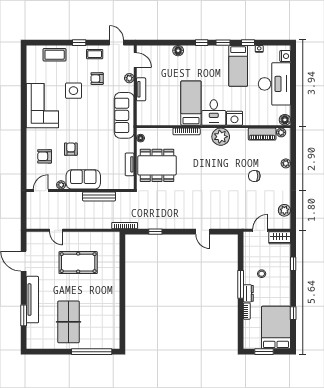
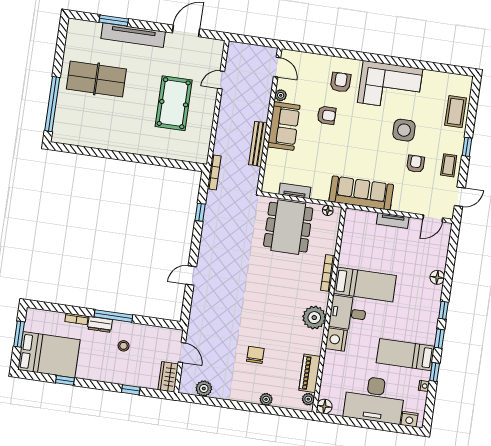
plant: (129, 78) -> (410, 207), removed
armchair: (45, 156) -> (341, 82), moved

